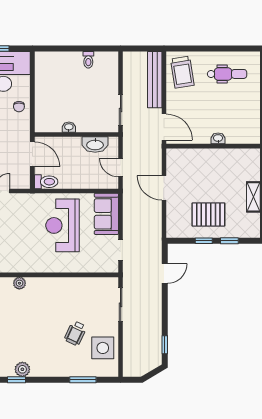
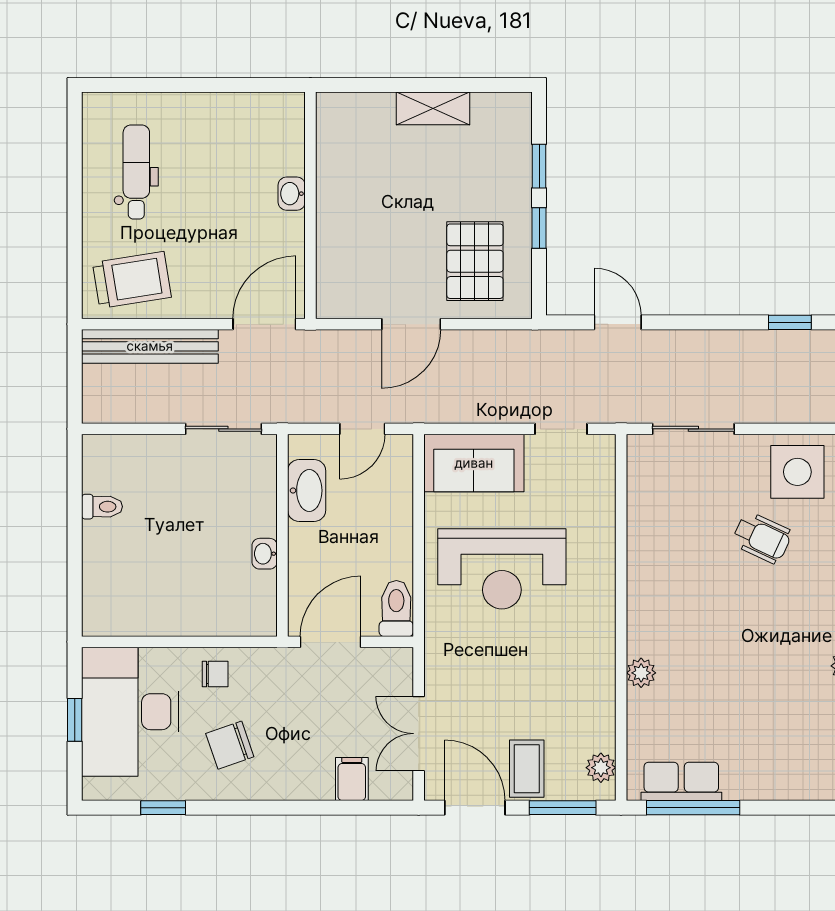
pallet: (208, 215) -> (475, 261), moved

